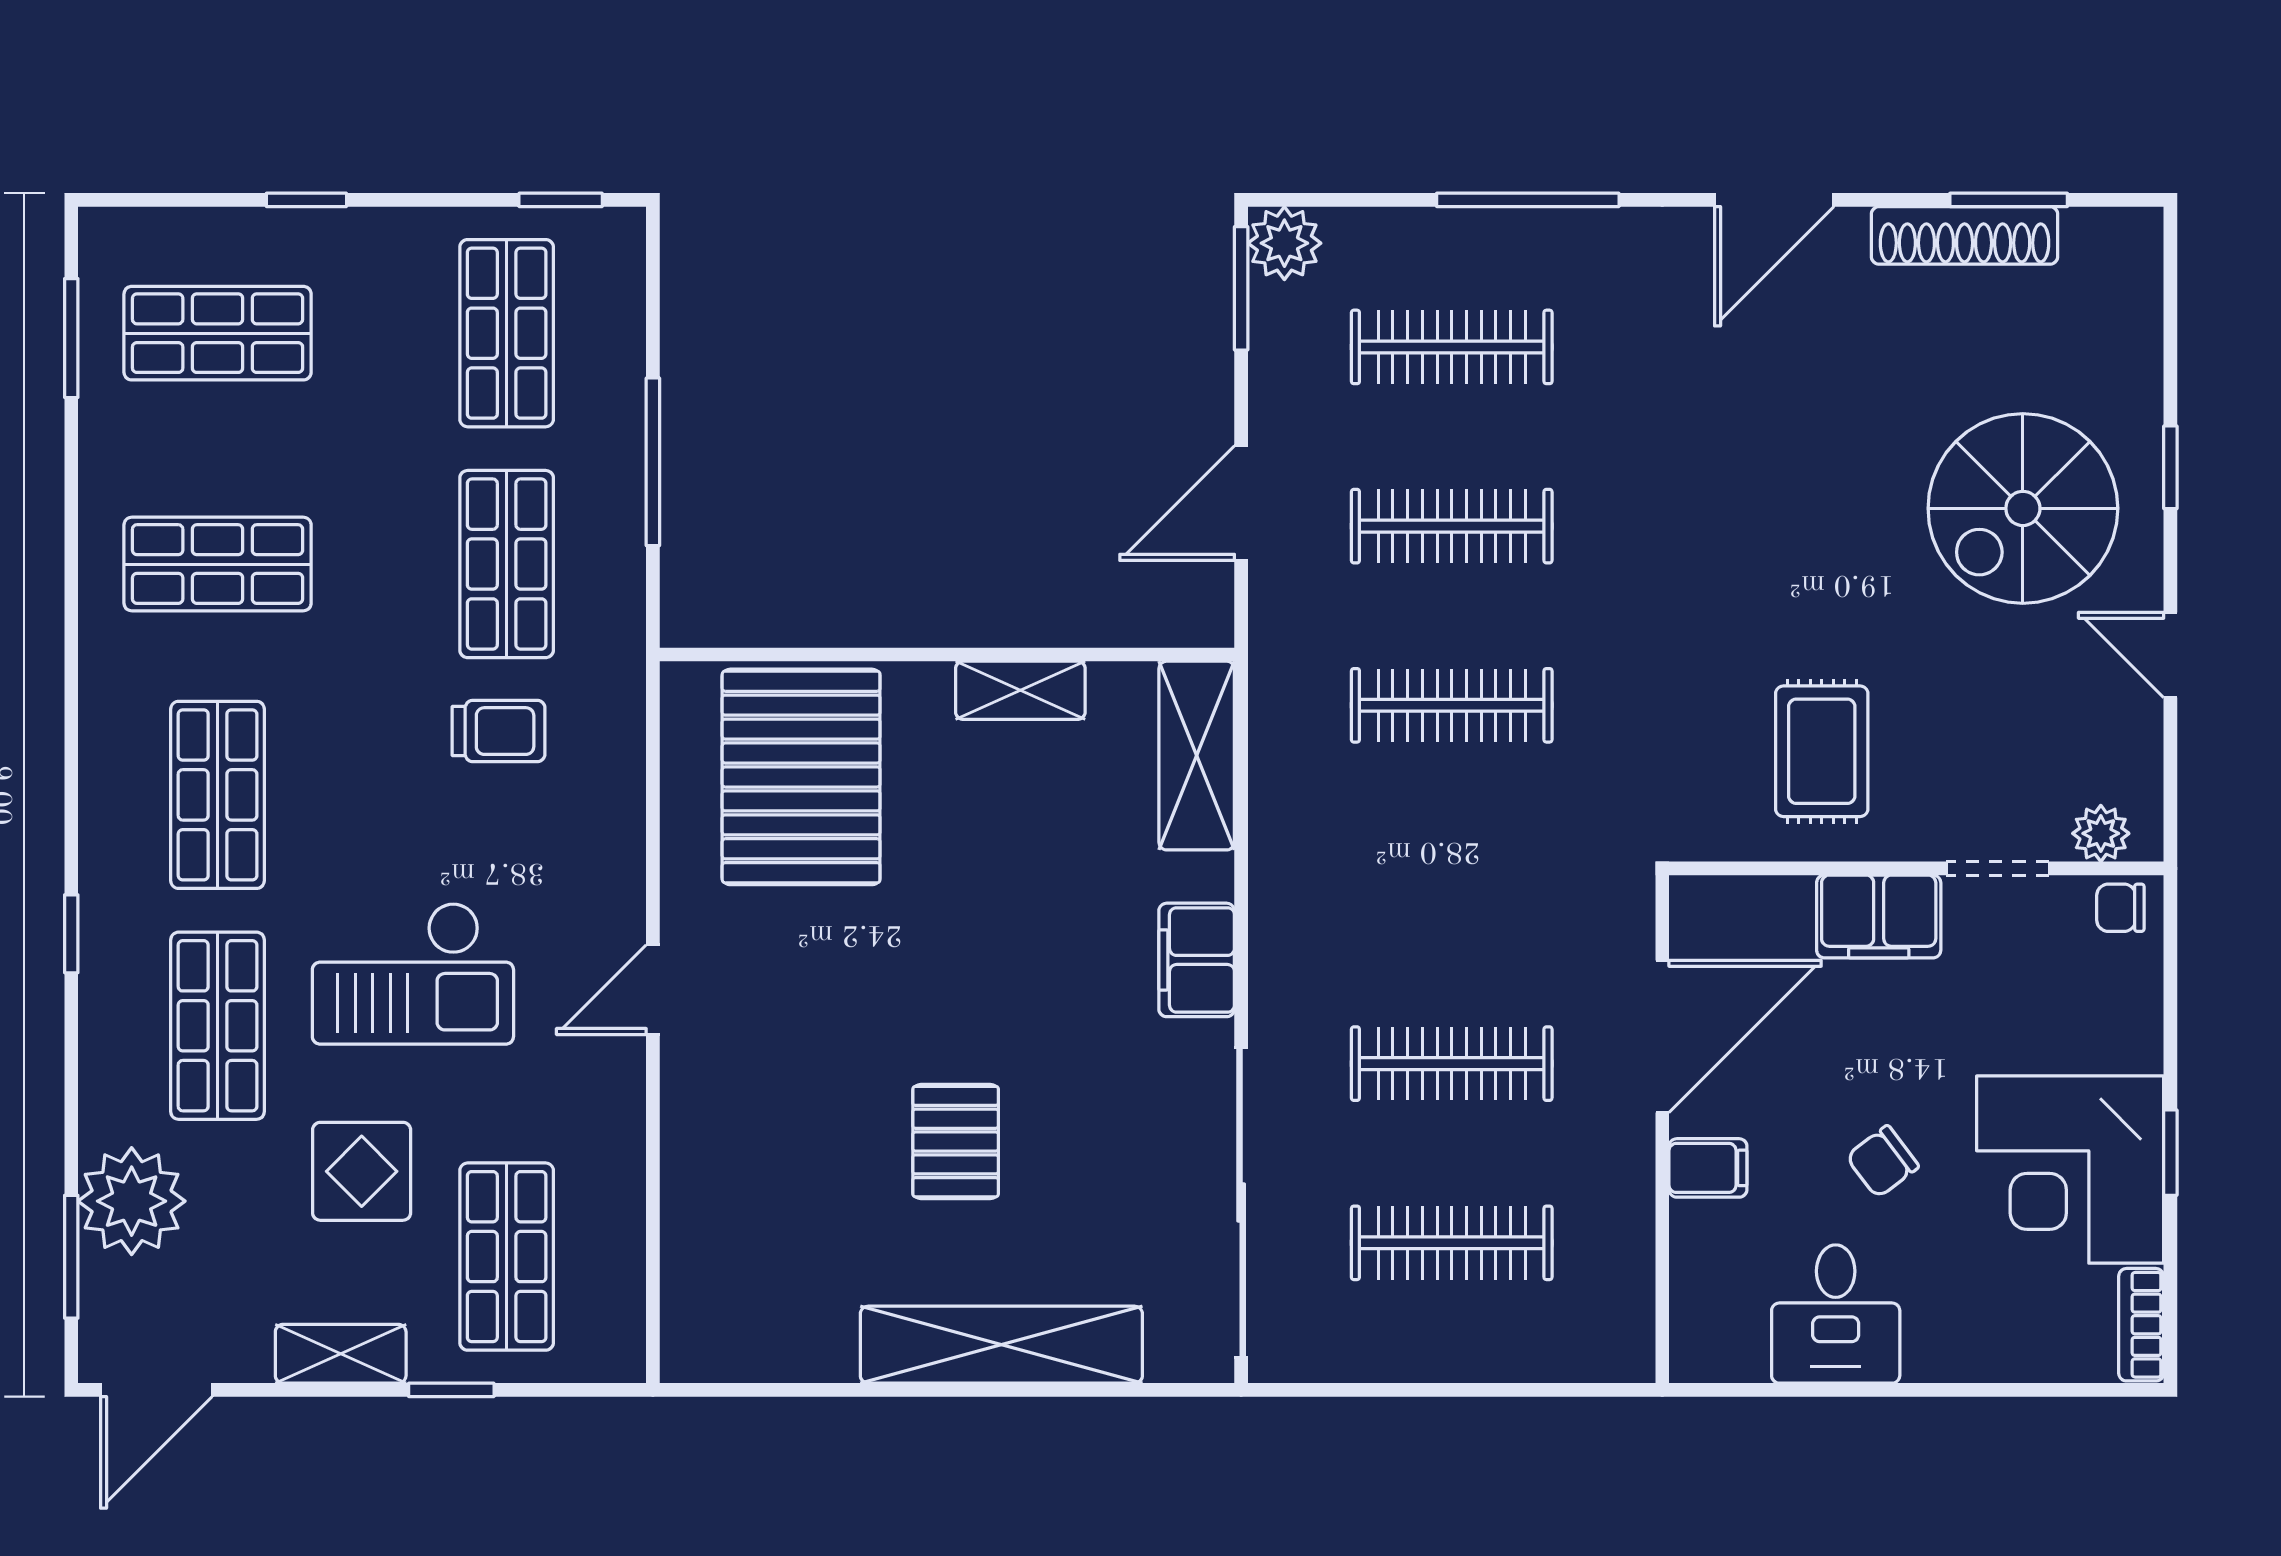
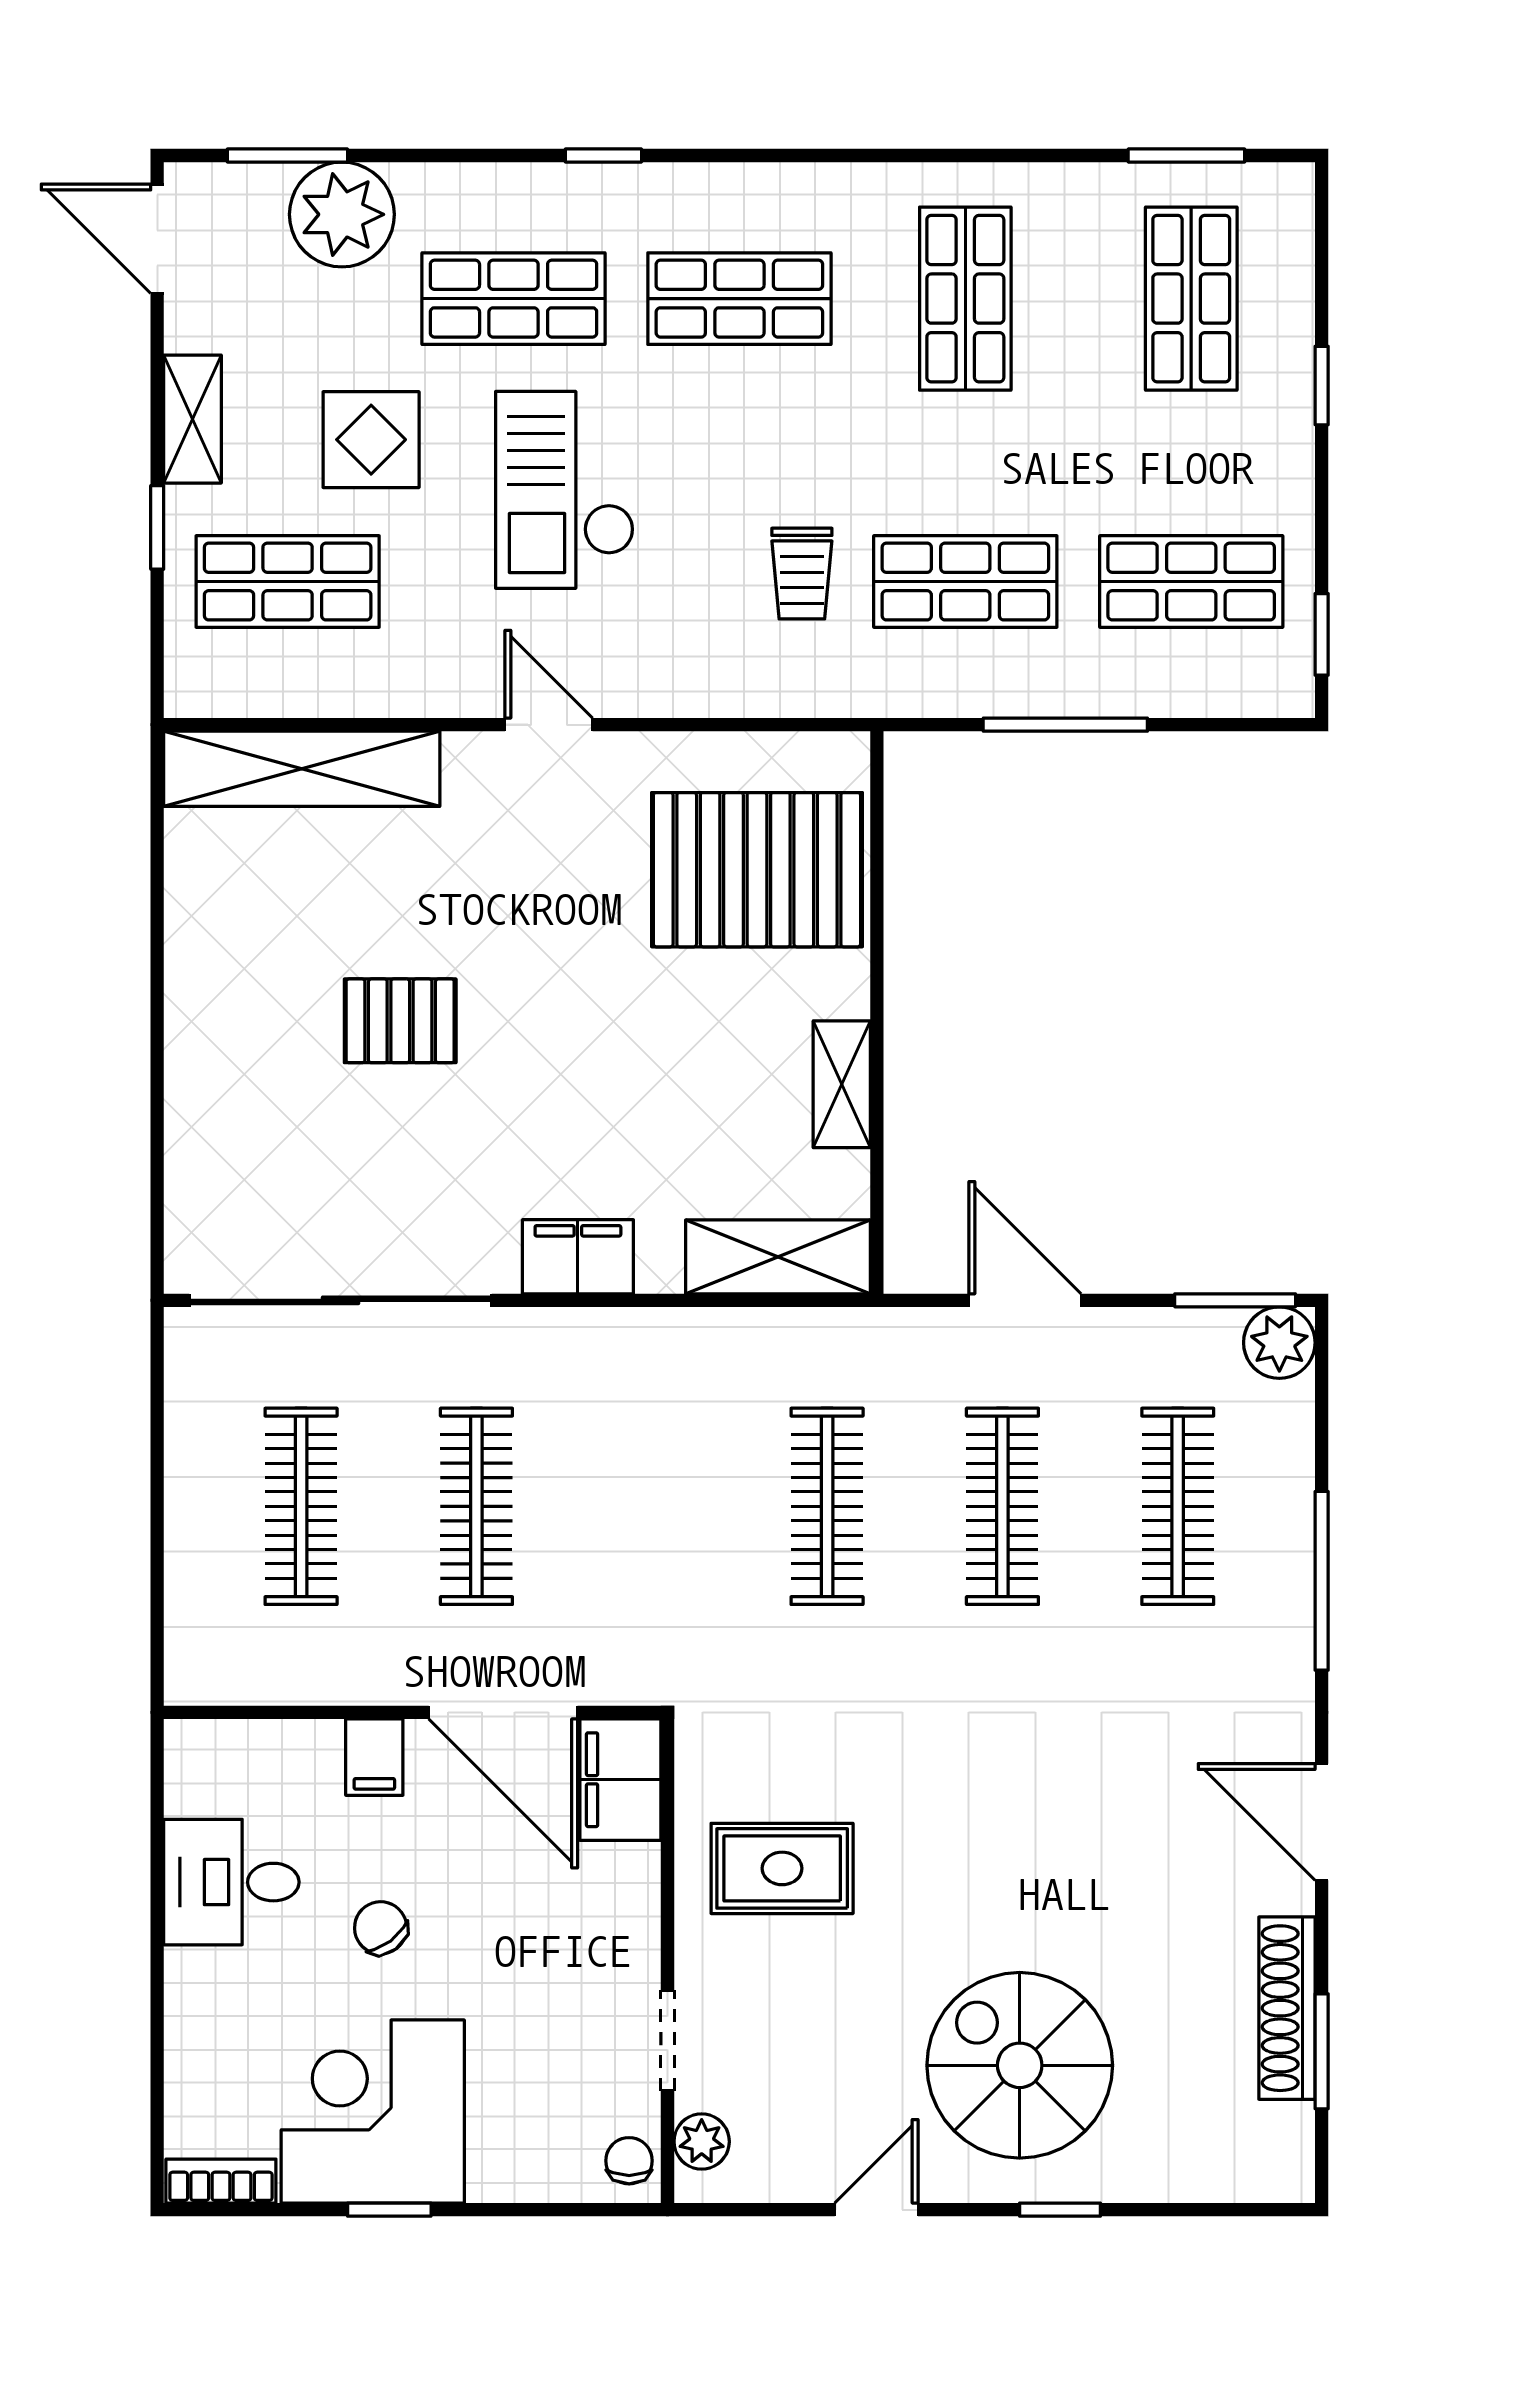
filing cabinet: (1879, 916) -> (620, 1780), moved
shelving: (1001, 1345) -> (302, 769), moved, turned 90

